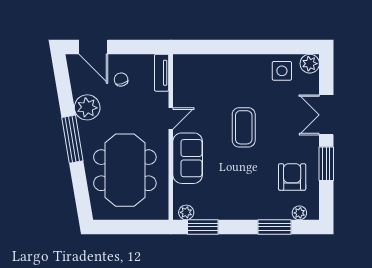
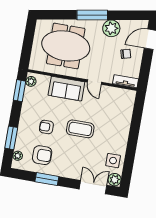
double door: (326, 115) -> (93, 187), moved
armchair: (250, 178) -> (46, 127), added

